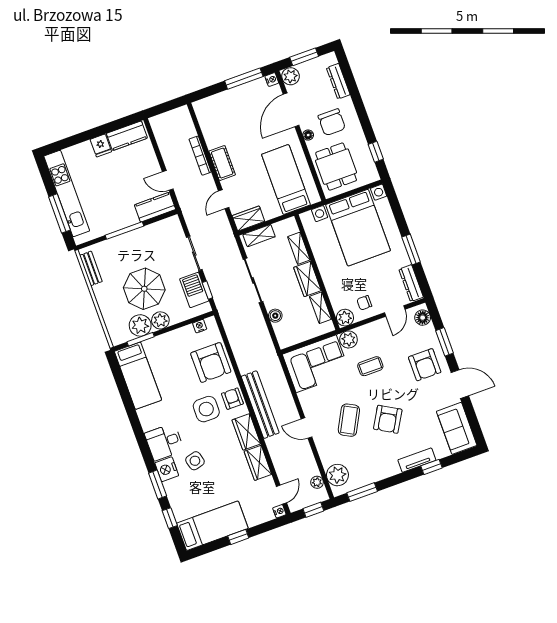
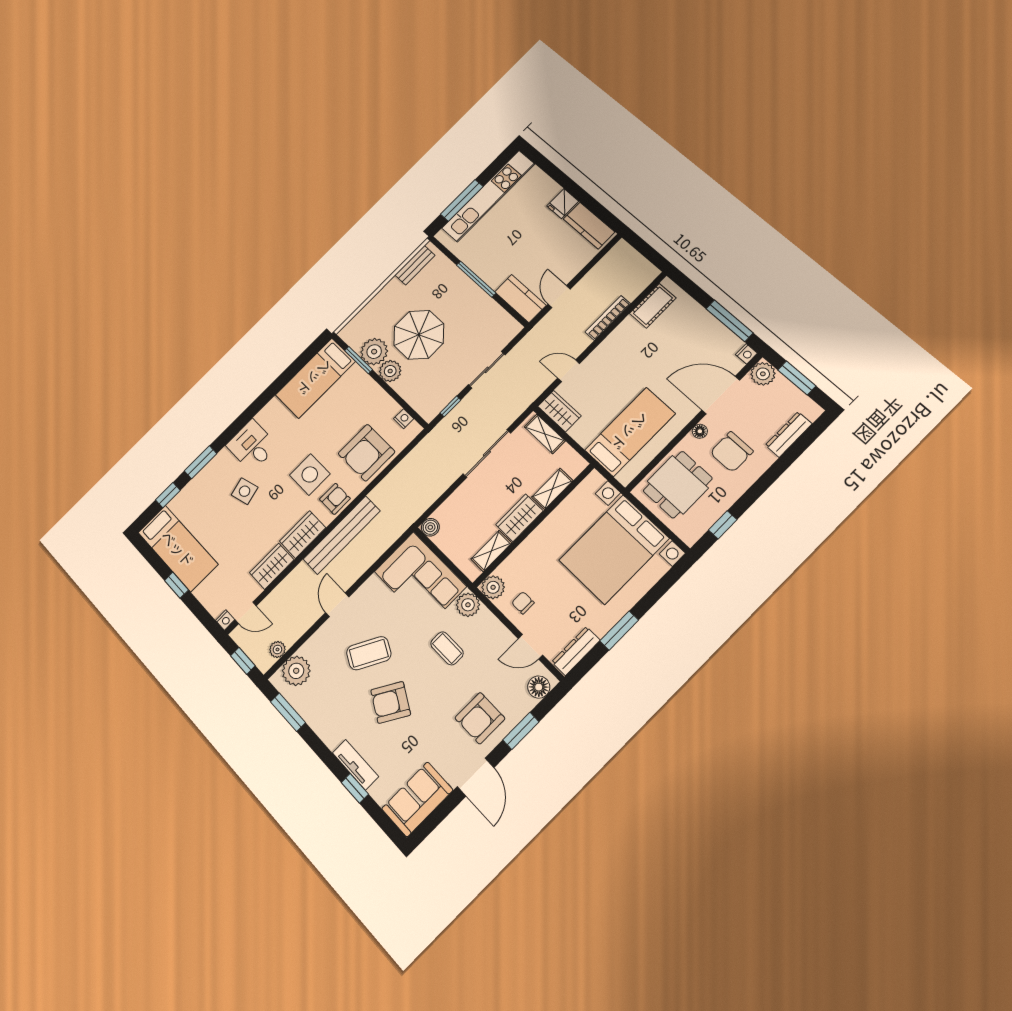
cot: (222, 163) -> (653, 306), moved
barbecue: (194, 290) -> (443, 391), removed
boiler: (275, 316) -> (430, 527), moved
nightstand: (167, 469) -> (222, 464), removed

